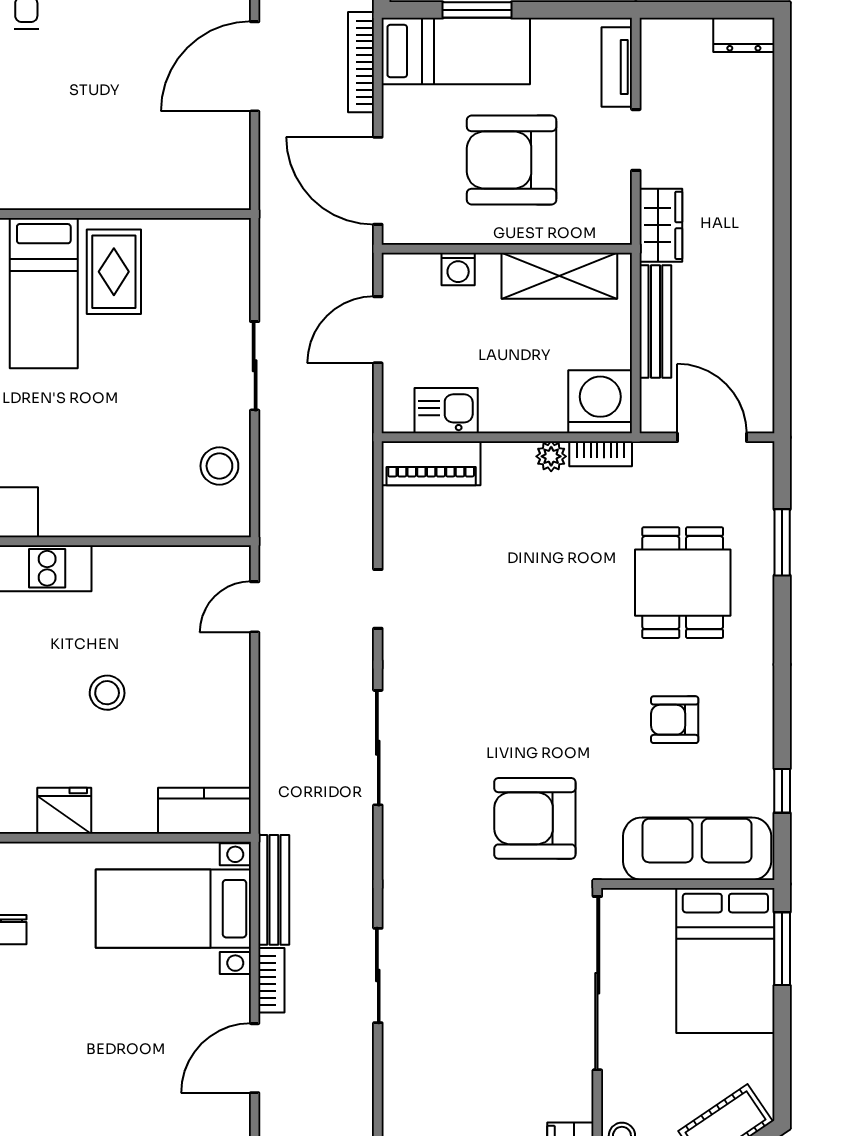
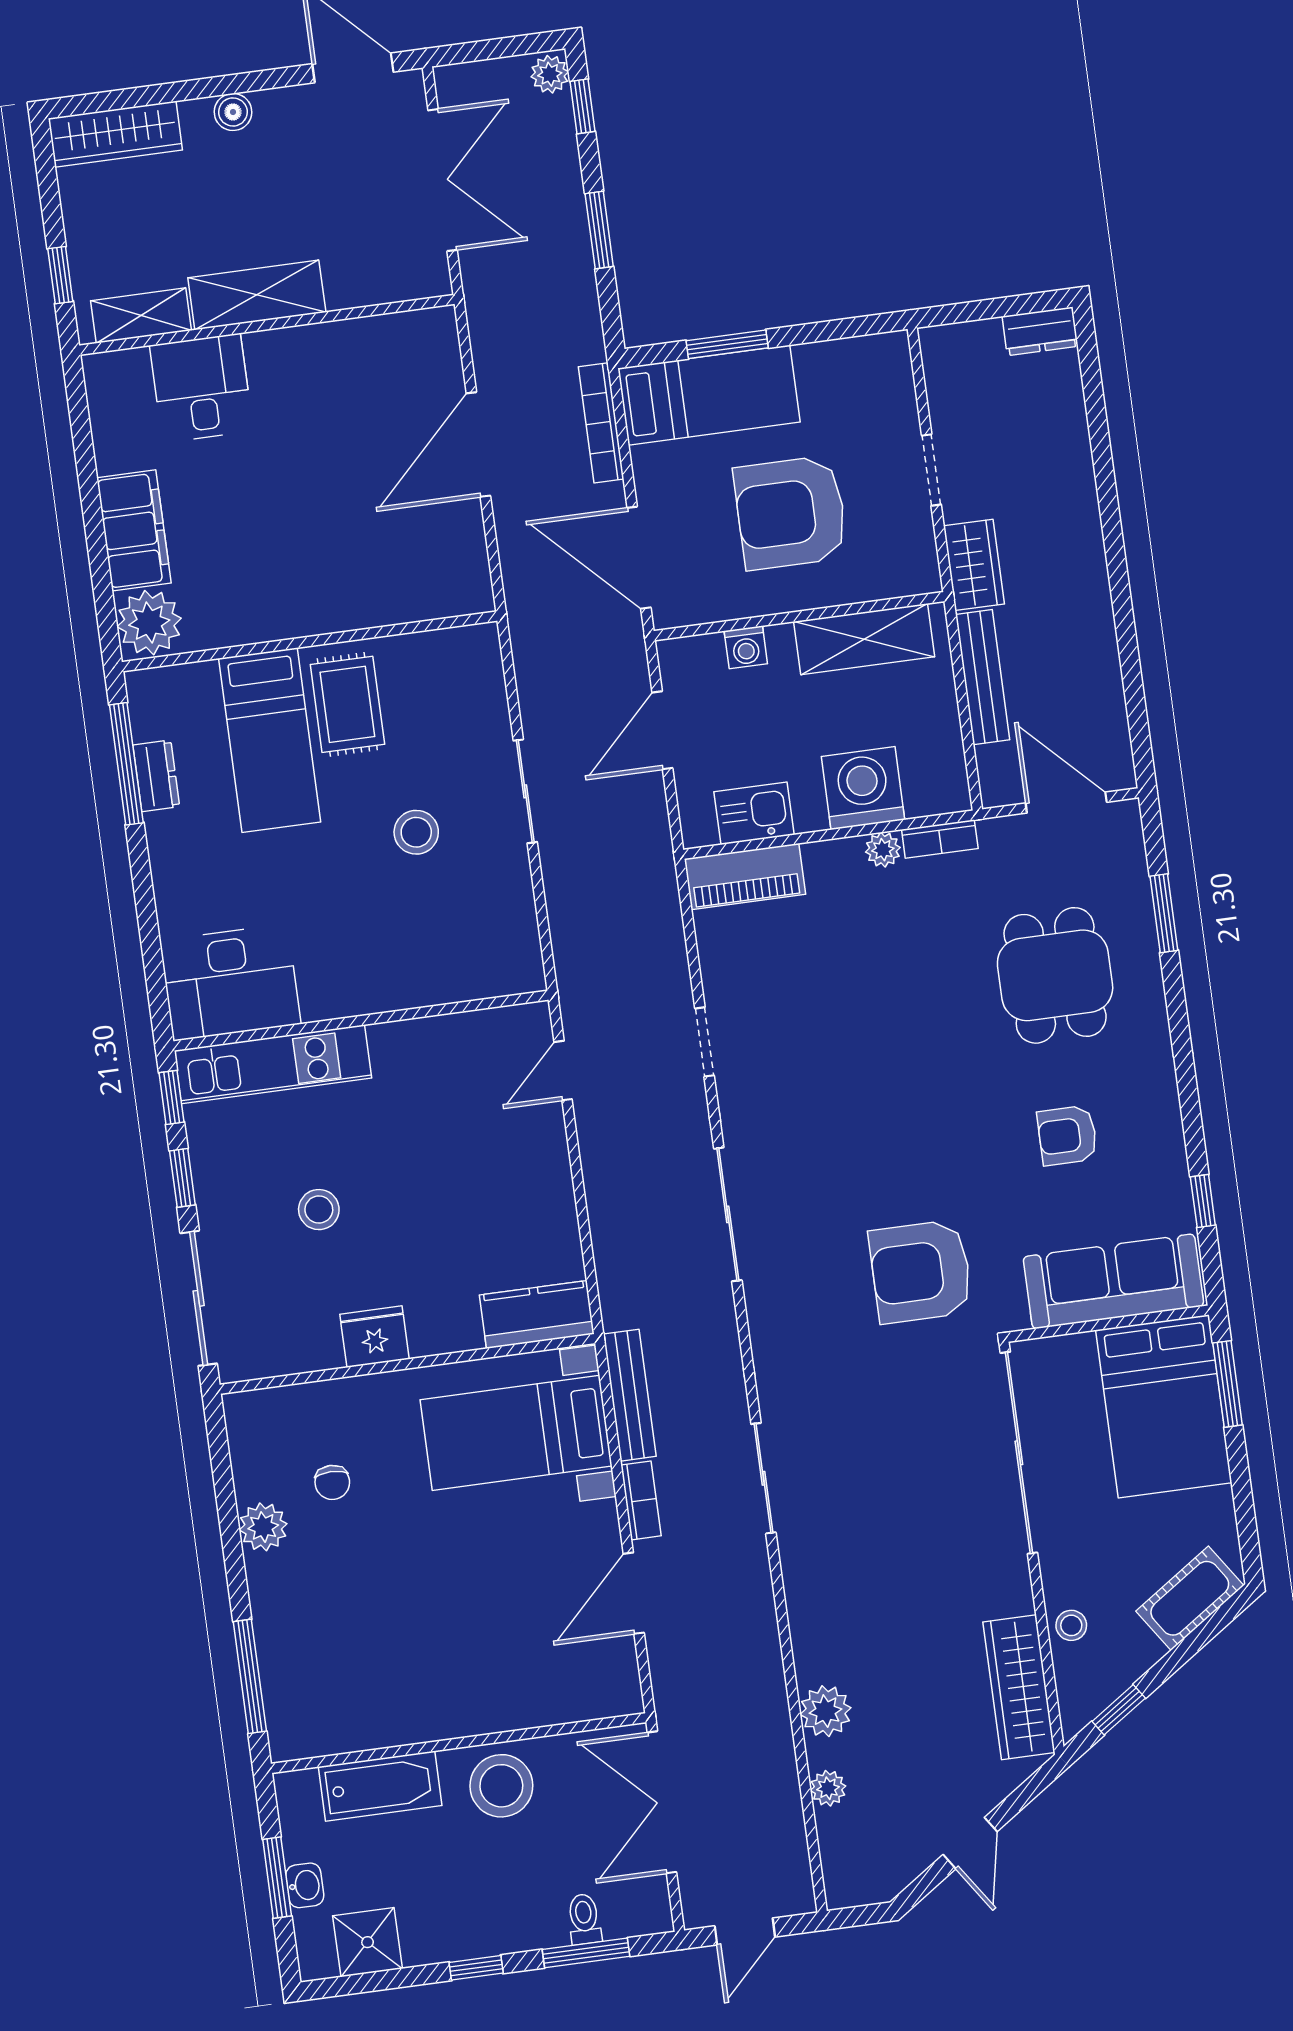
tv unit: (617, 67) -> (898, 388), removed
washing machine: (600, 402) -> (863, 788), moved
stool: (219, 466) -> (416, 832), moved
stool: (107, 693) -> (319, 1210), moved

